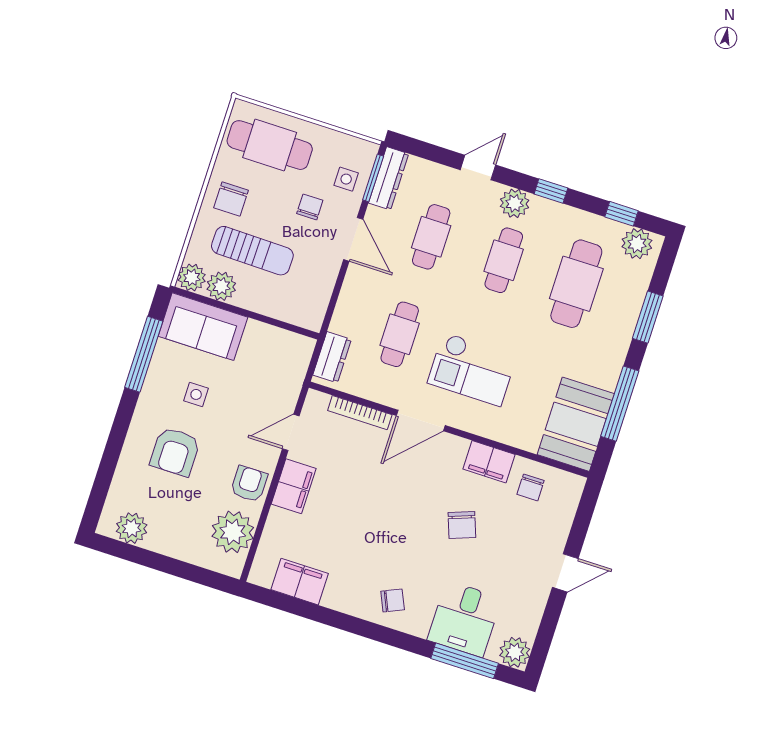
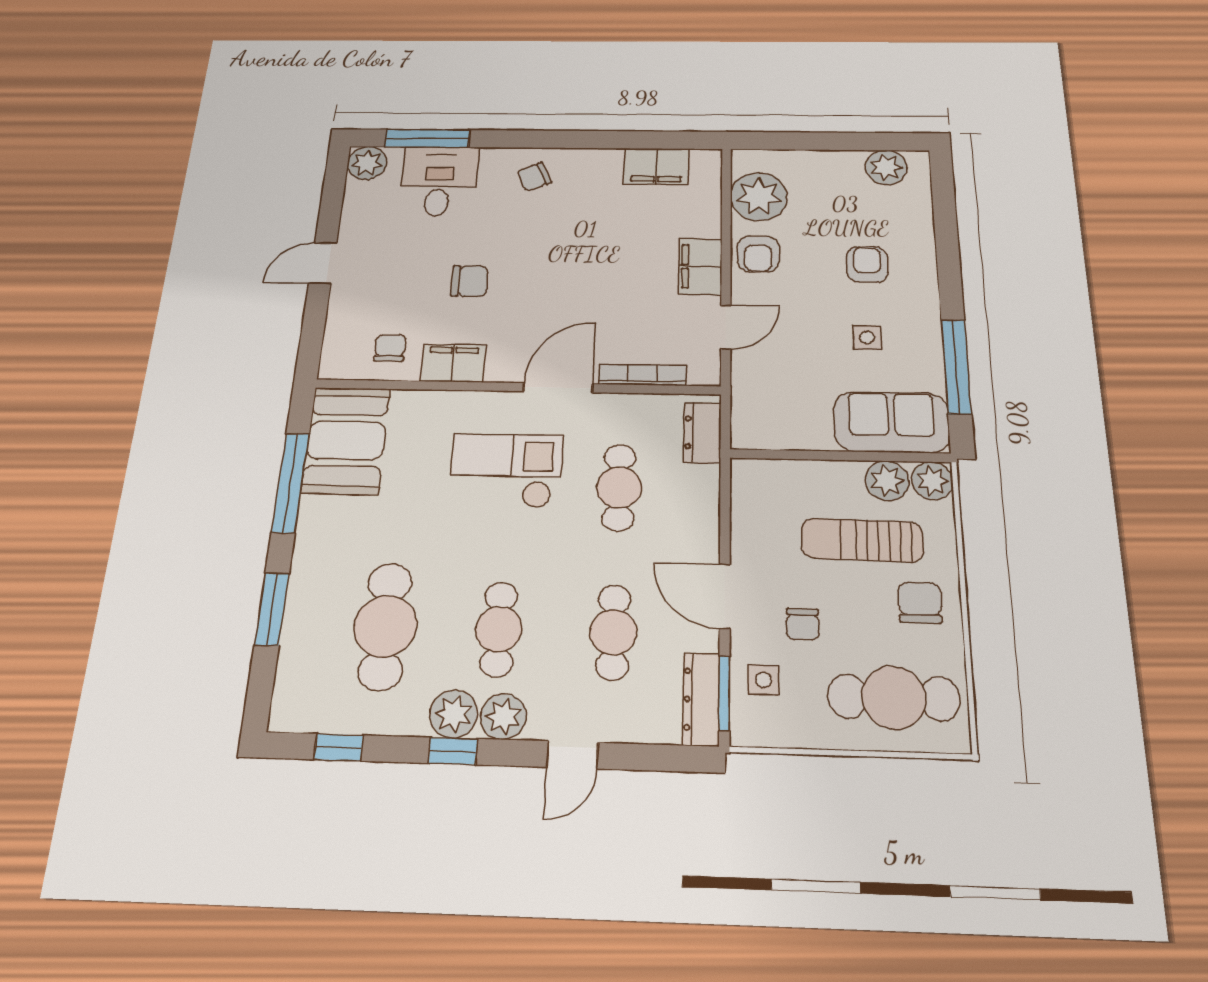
plant: (637, 244) -> (454, 714), moved
armchair: (175, 452) -> (867, 264), width x0.72, depth x0.72
chair: (462, 525) -> (469, 281), turned 110

